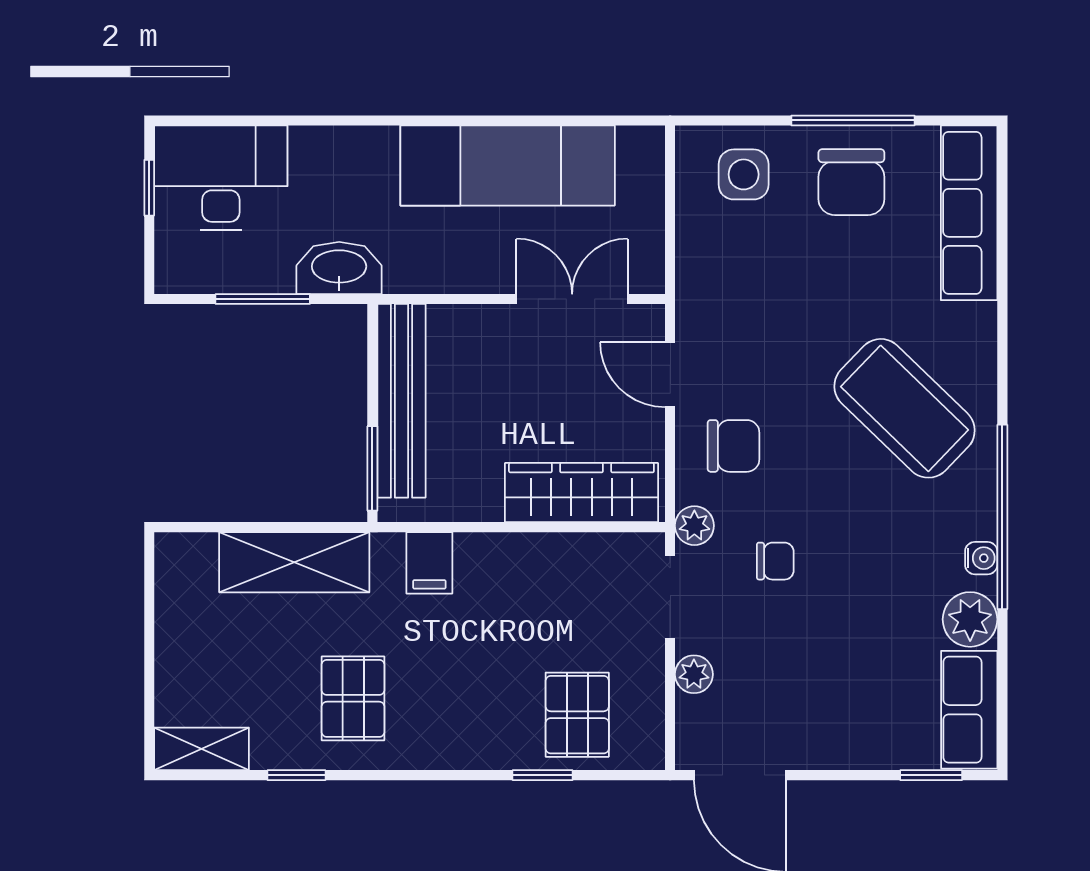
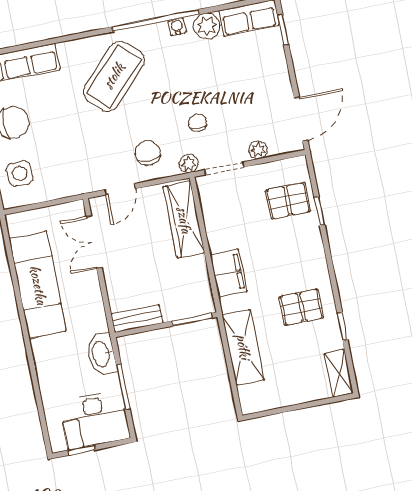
desk: (221, 178) -> (95, 420), moved, turned -90
bench: (401, 401) -> (137, 318), width x0.54, depth x0.82
filing cabinet: (429, 563) -> (229, 273), width x2.00

